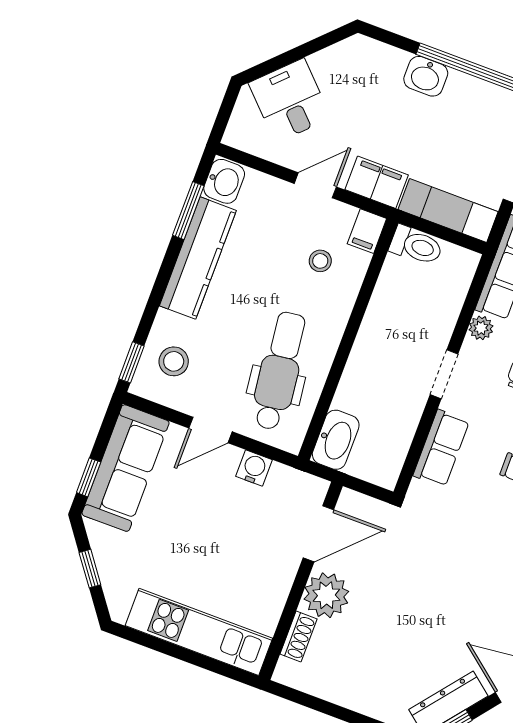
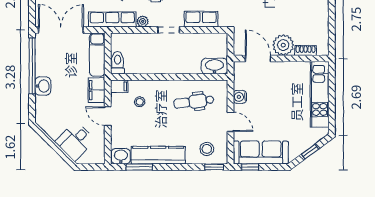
dental chair: (279, 371) -> (194, 102), width x0.73, depth x0.72
window: (89, 477) -> (250, 167), moved

